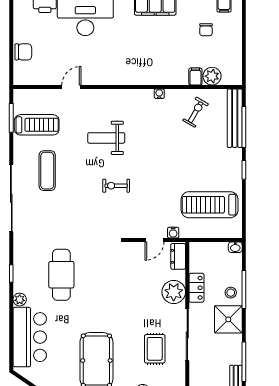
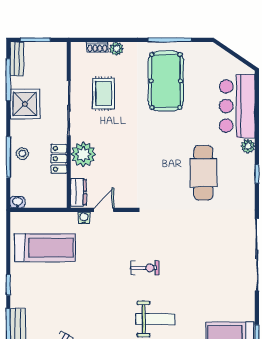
exercise mat: (47, 171) -> (218, 284), removed
shower: (228, 319) -> (25, 104), moved

